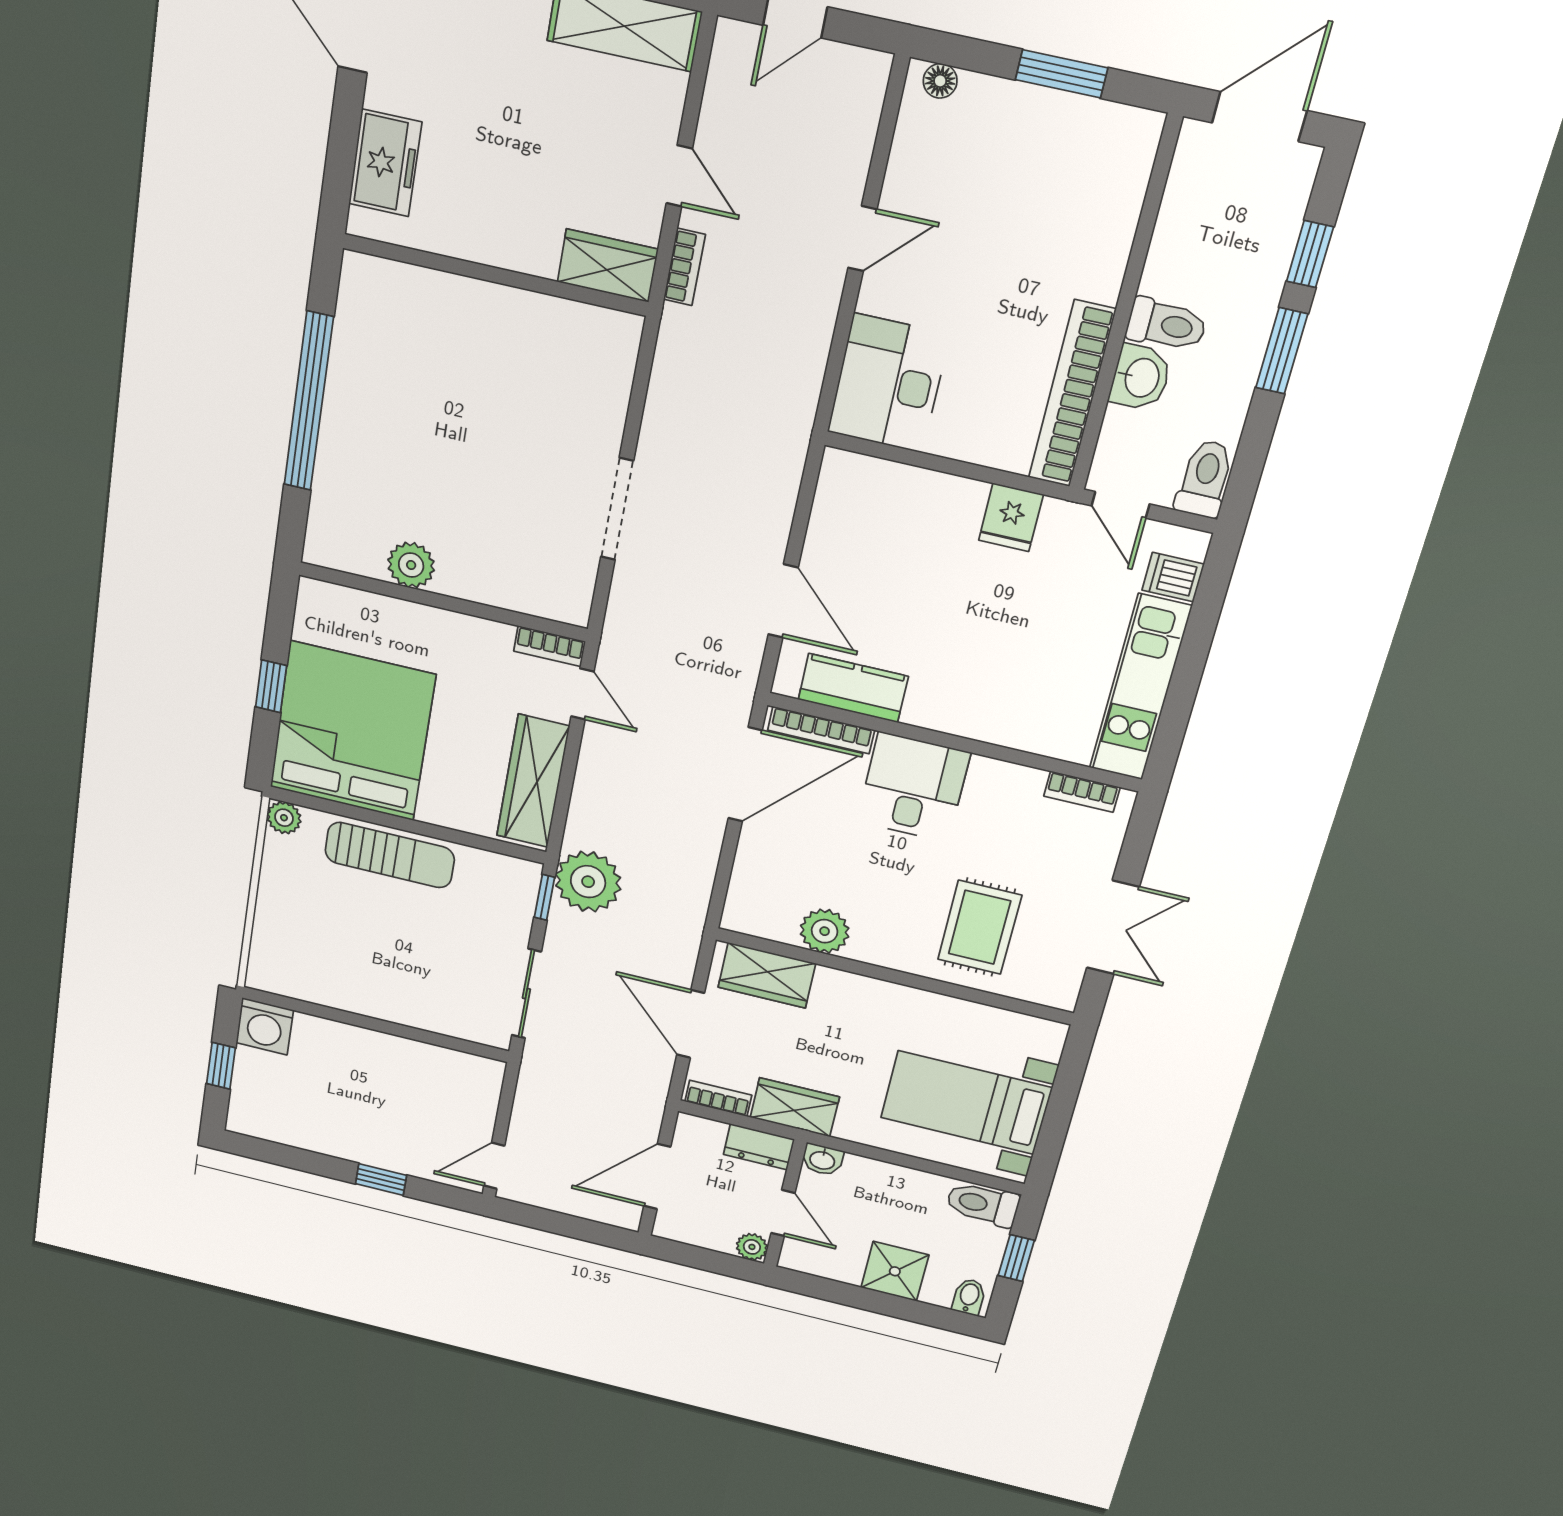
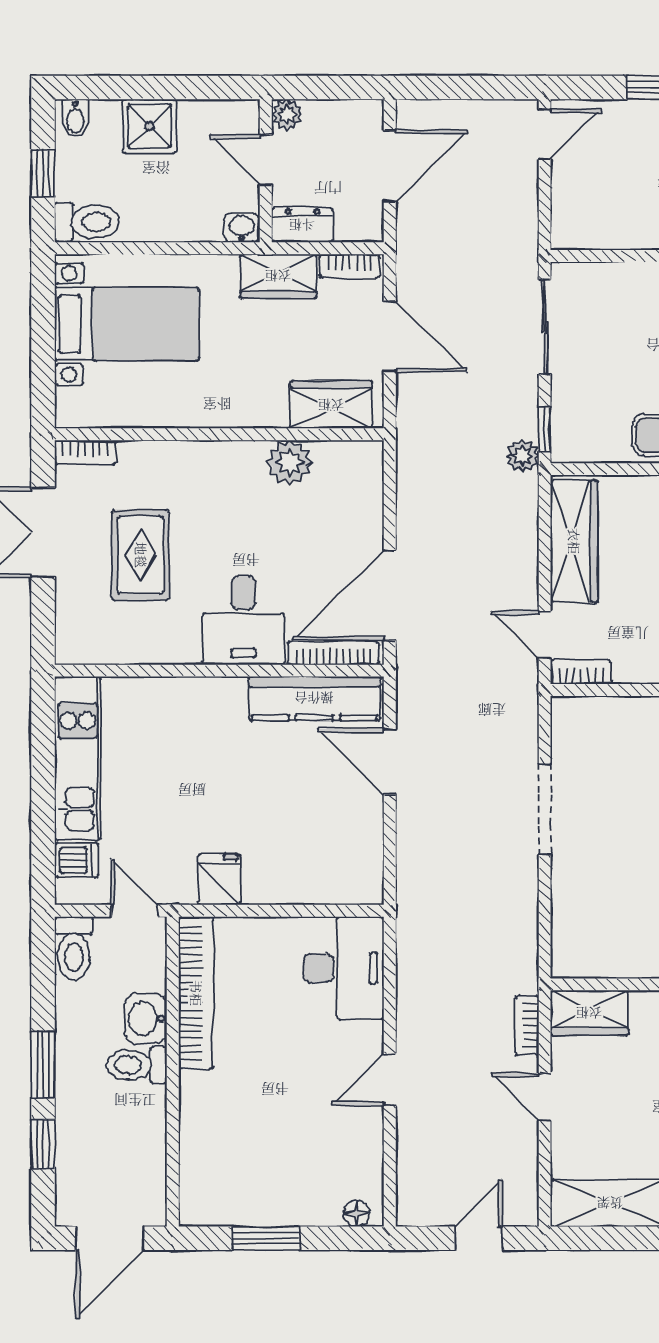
kitchen counter: (853, 688) -> (314, 698), width x1.50
bookcase: (1082, 792) -> (85, 452), moved, turned 180
plant: (588, 882) -> (523, 456), width x0.53, depth x0.53
rug: (980, 927) -> (141, 555), moved

